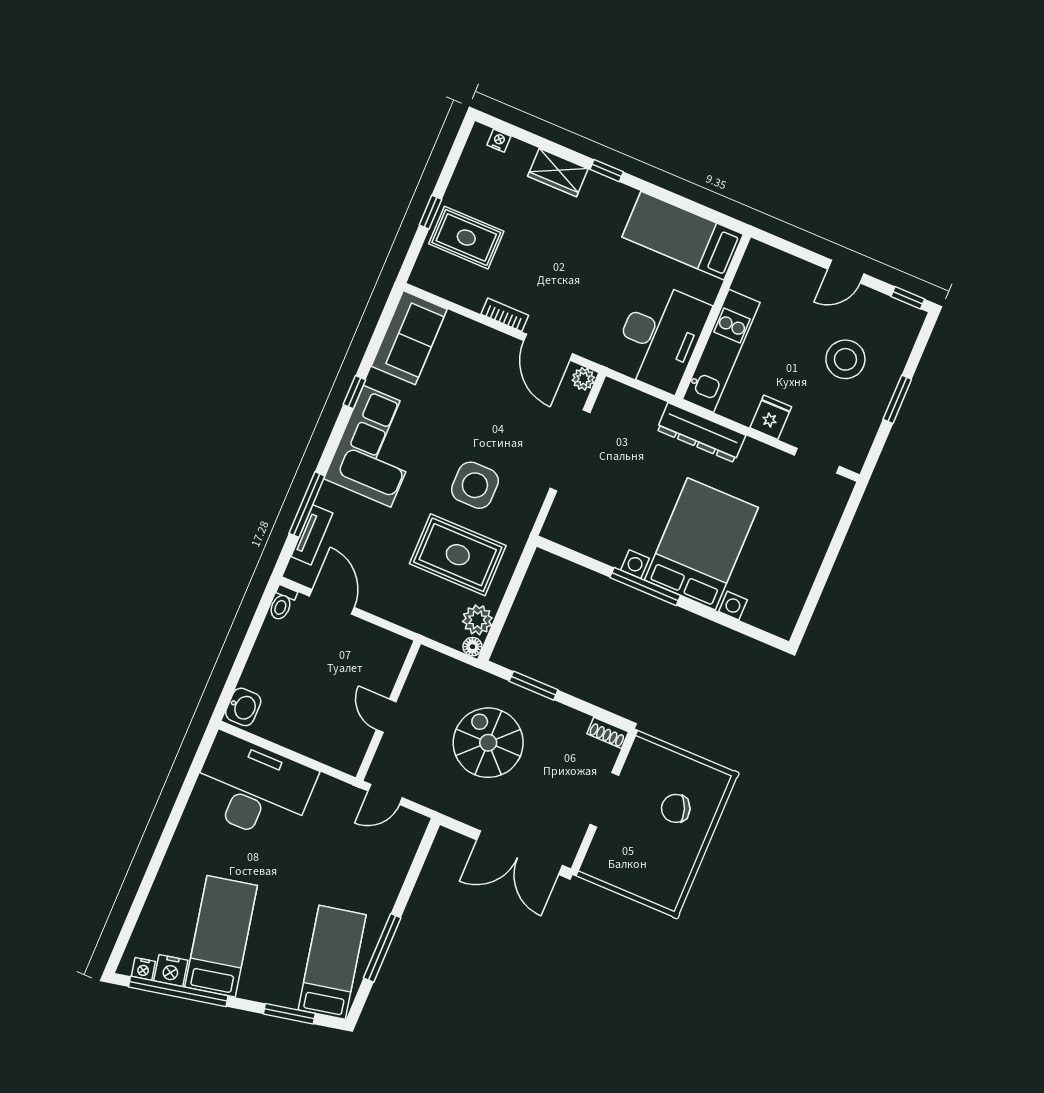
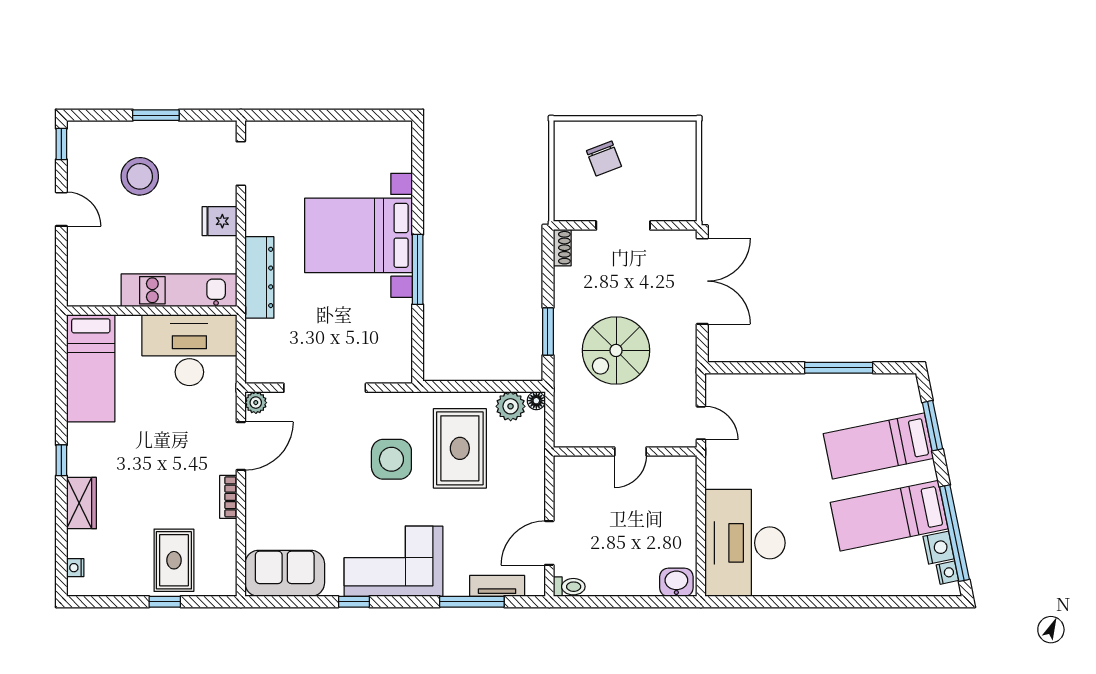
bed: (332, 962) -> (878, 446), moved

